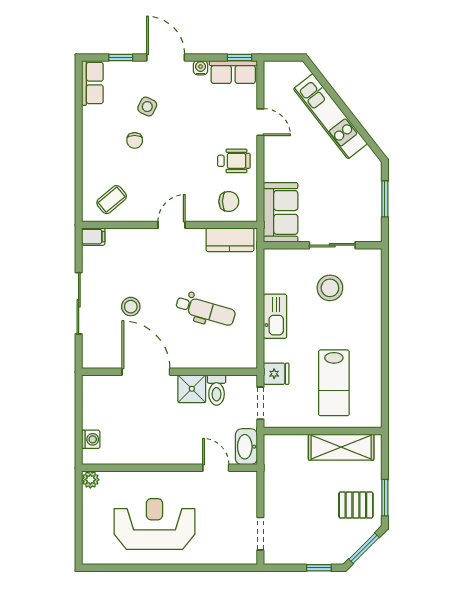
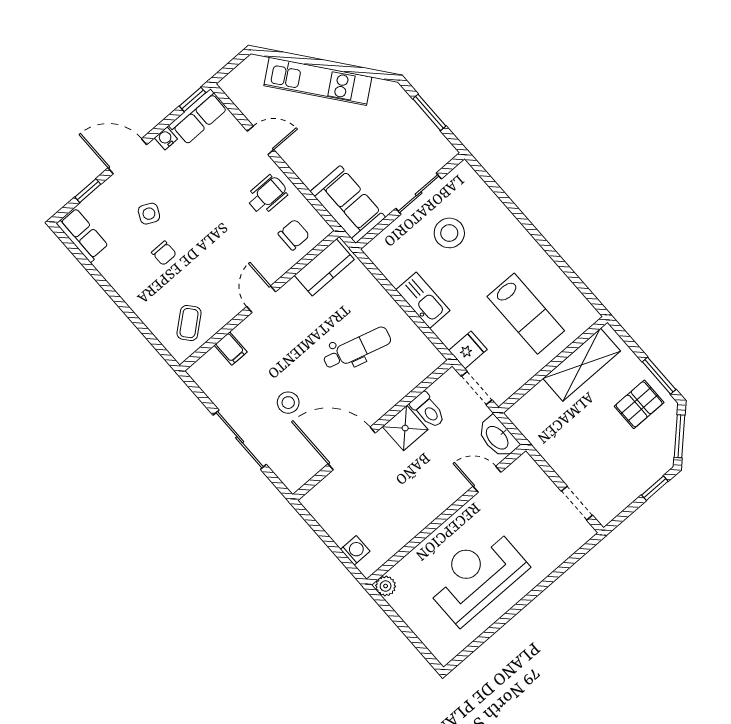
filing cabinet: (93, 237) -> (231, 349), moved, turned 90

